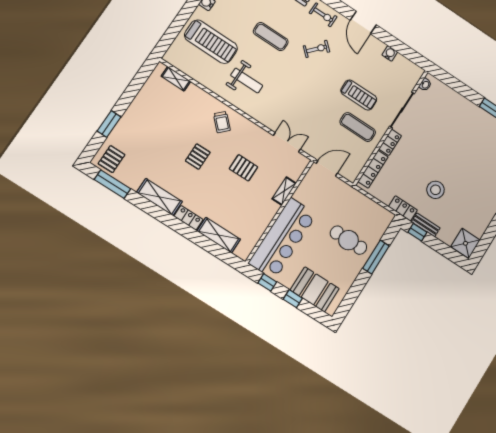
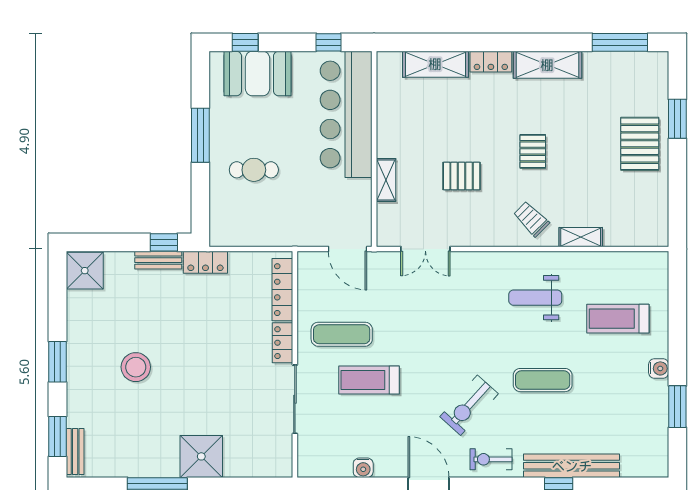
treadmill: (211, 42) -> (618, 319), width x0.73, depth x0.73
exercise bike: (317, 49) -> (469, 405), width x1.38, depth x1.39
shelving: (176, 79) -> (581, 237), moved
washbasin: (425, 85) -> (285, 457), removed
shower: (466, 112) -> (201, 456), added
pallet: (112, 159) -> (640, 144), moved, width x1.50, depth x1.42
door: (327, 168) -> (348, 249), hinge flipped
stool: (435, 190) -> (136, 367), moved
cafe table: (348, 240) -> (254, 170), width x0.73, depth x0.74
window: (376, 257) -> (200, 135), moved
window: (293, 299) -> (245, 42), moved

